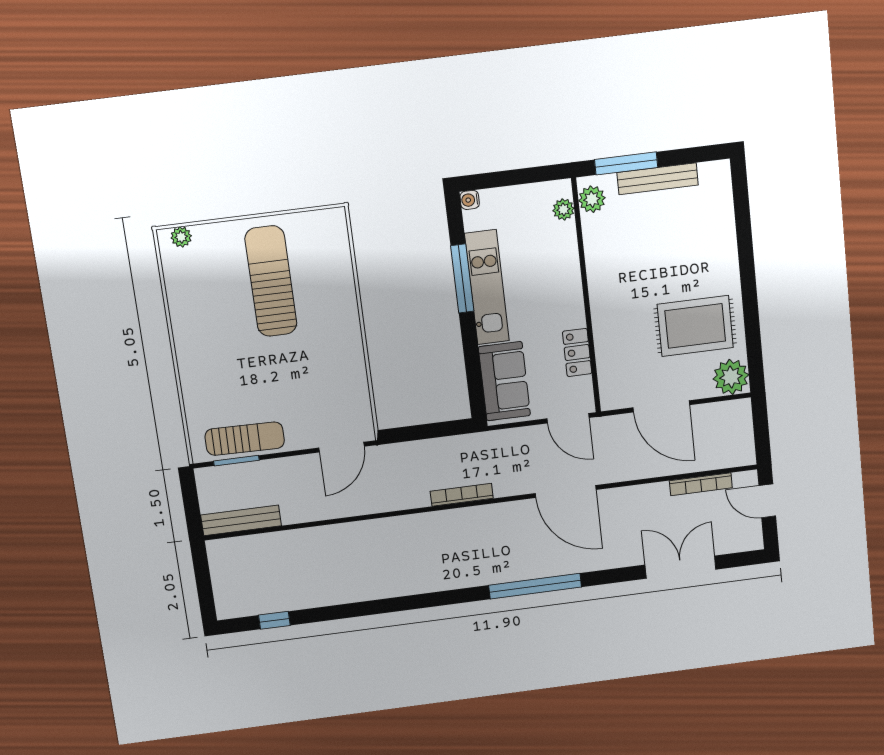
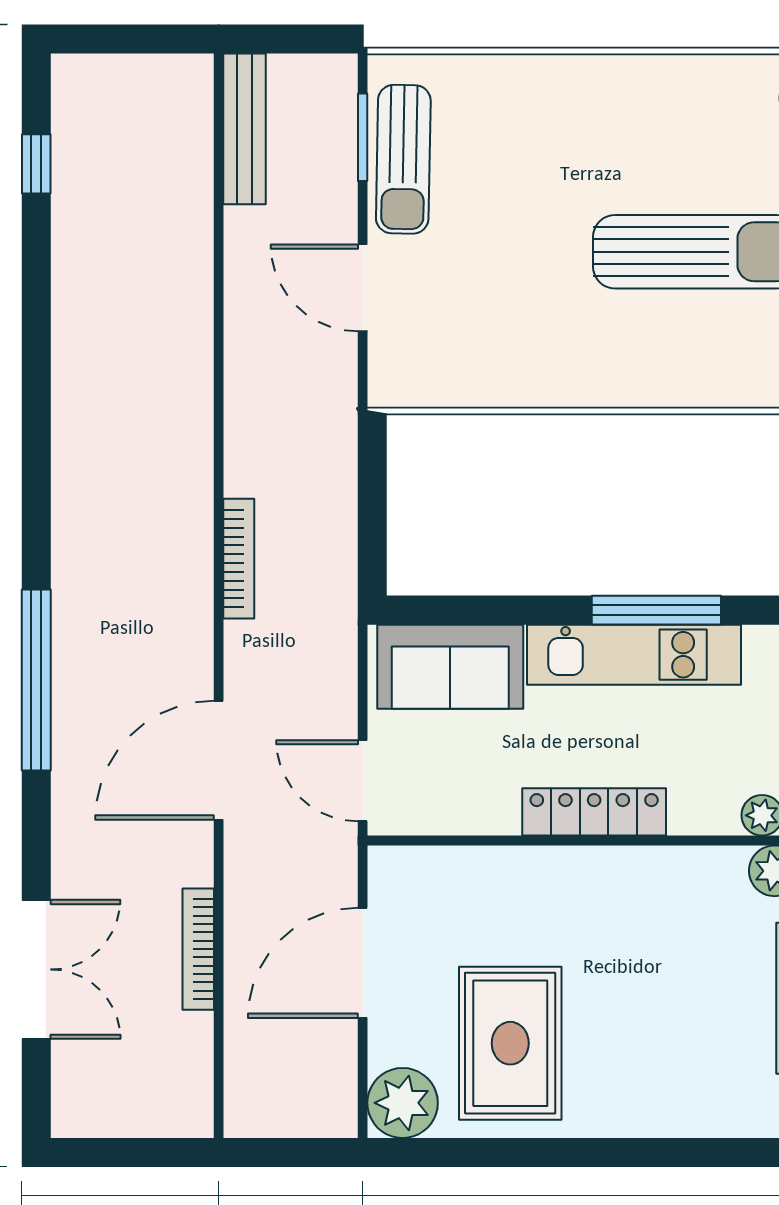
locker: (577, 353) -> (594, 812), moved, width x1.53
door: (568, 418) -> (363, 781), hinge flipped
door: (342, 447) -> (363, 288), moved
bookcase: (701, 484) -> (198, 949), moved
door: (767, 501) -> (148, 1152), removed

